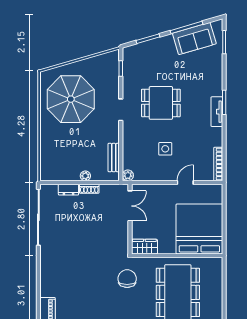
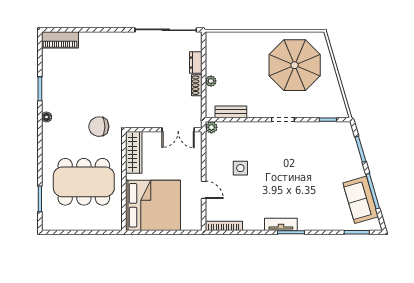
dining table: (161, 103) -> (290, 163), removed
wardrobe: (144, 247) -> (134, 152), width x1.50
chair: (127, 279) -> (99, 127), turned 180

